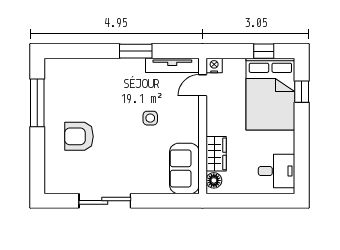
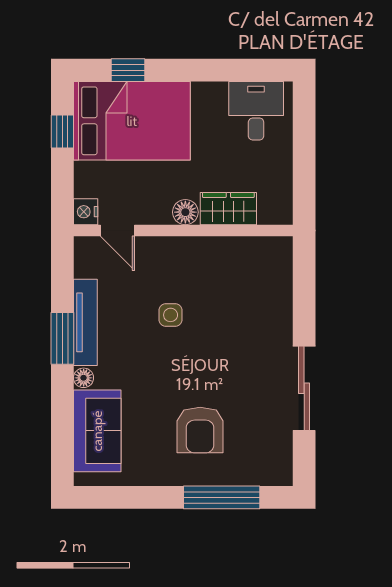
floor lamp: (111, 64) -> (84, 378), added
tv unit: (172, 65) -> (85, 322), moved
window: (37, 103) -> (222, 497), moved
sofa: (184, 168) -> (97, 431), moved, turned -90
floor lamp: (214, 180) -> (185, 212), moved

